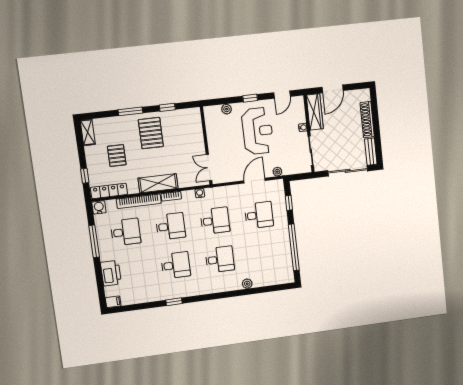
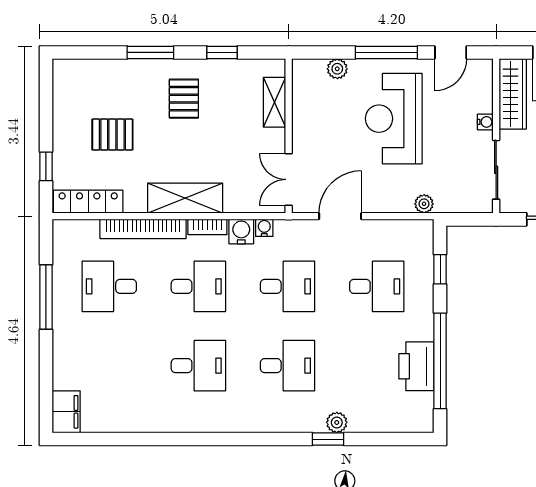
window: (250, 98) -> (386, 52), width x2.17
reception desk: (258, 131) -> (394, 119), turned 180
shelving: (88, 132) -> (275, 102), moved
pallet: (151, 133) -> (184, 99), width x0.67, depth x0.71
pallet: (117, 156) -> (112, 135), turned 90
door: (255, 181) -> (340, 216), moved
water cooler: (99, 207) -> (241, 231), moved
desk: (126, 232) -> (109, 286), turned 180
printer: (111, 273) -> (416, 366), moved, turned 180
filing cabinet: (113, 302) -> (66, 412), width x2.00
window: (174, 302) -> (328, 439), moved

